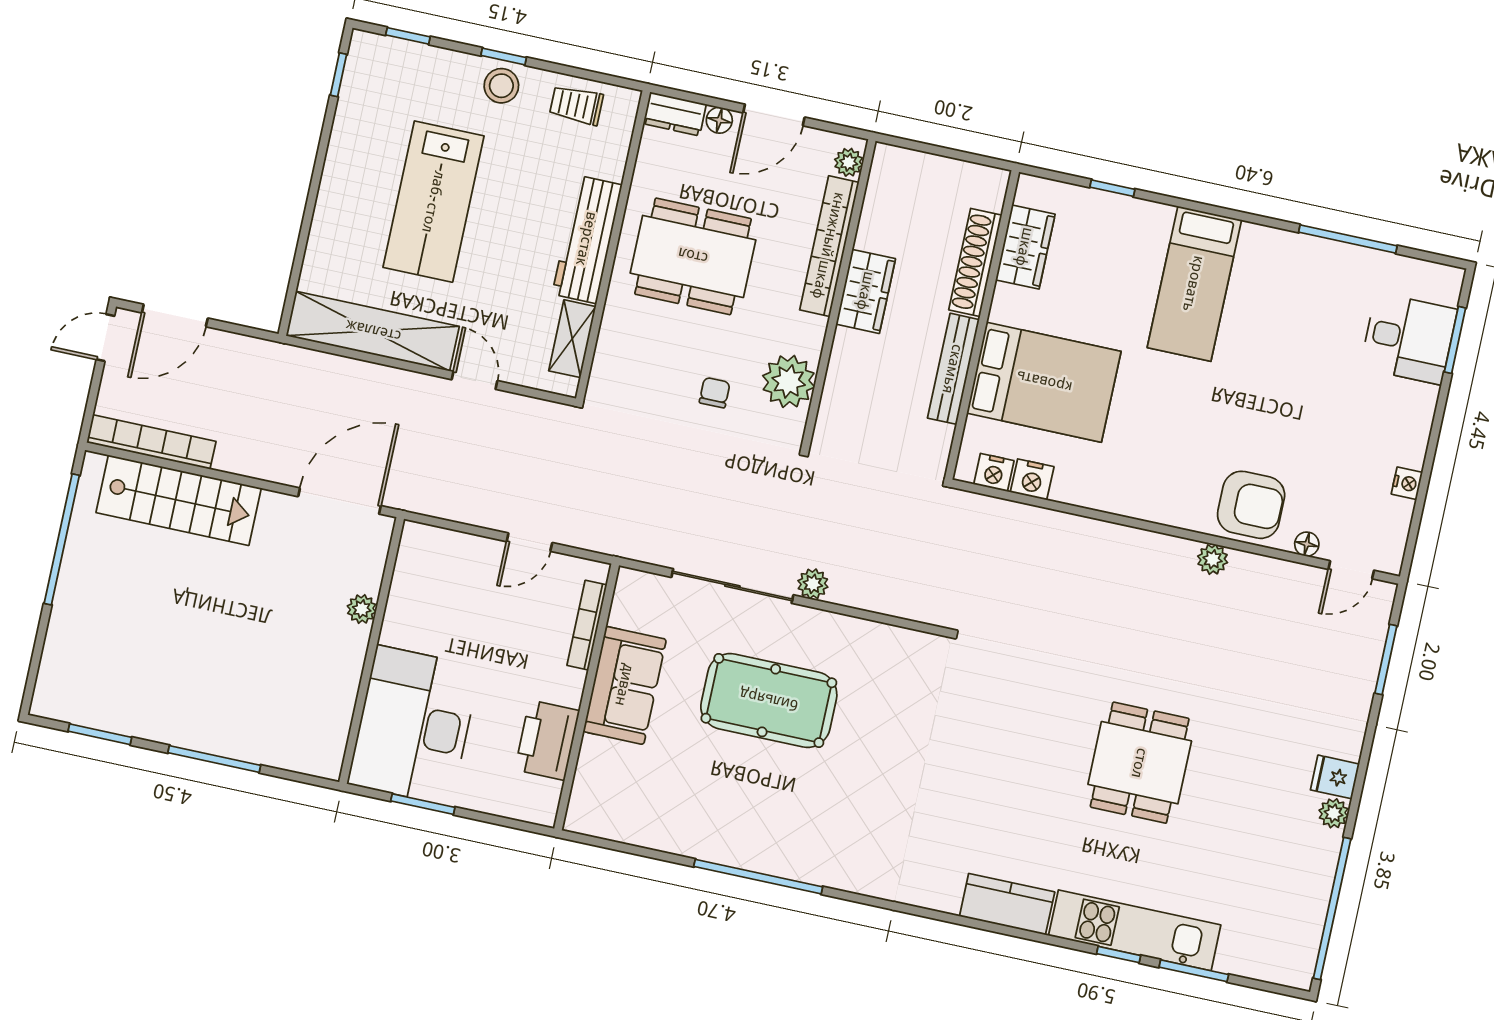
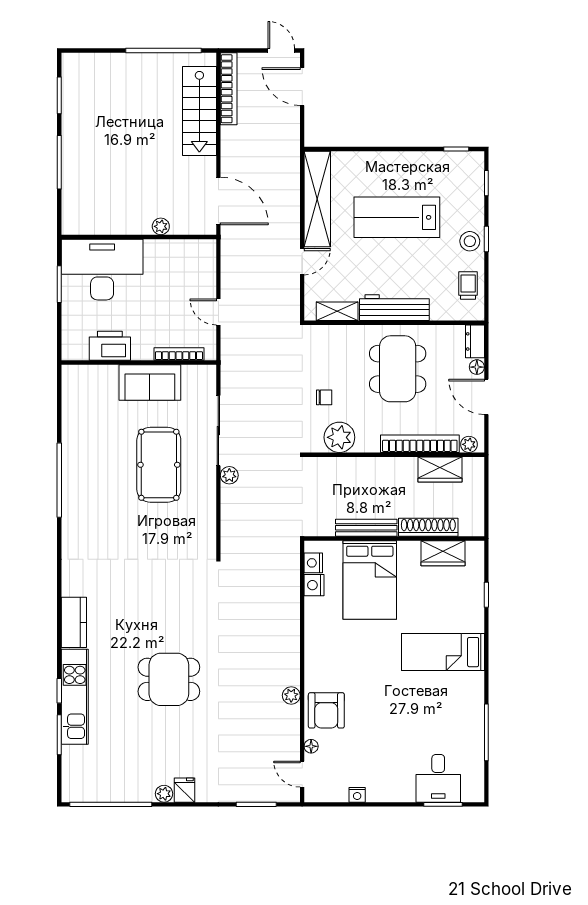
wardrobe: (866, 291) -> (440, 469), moved

